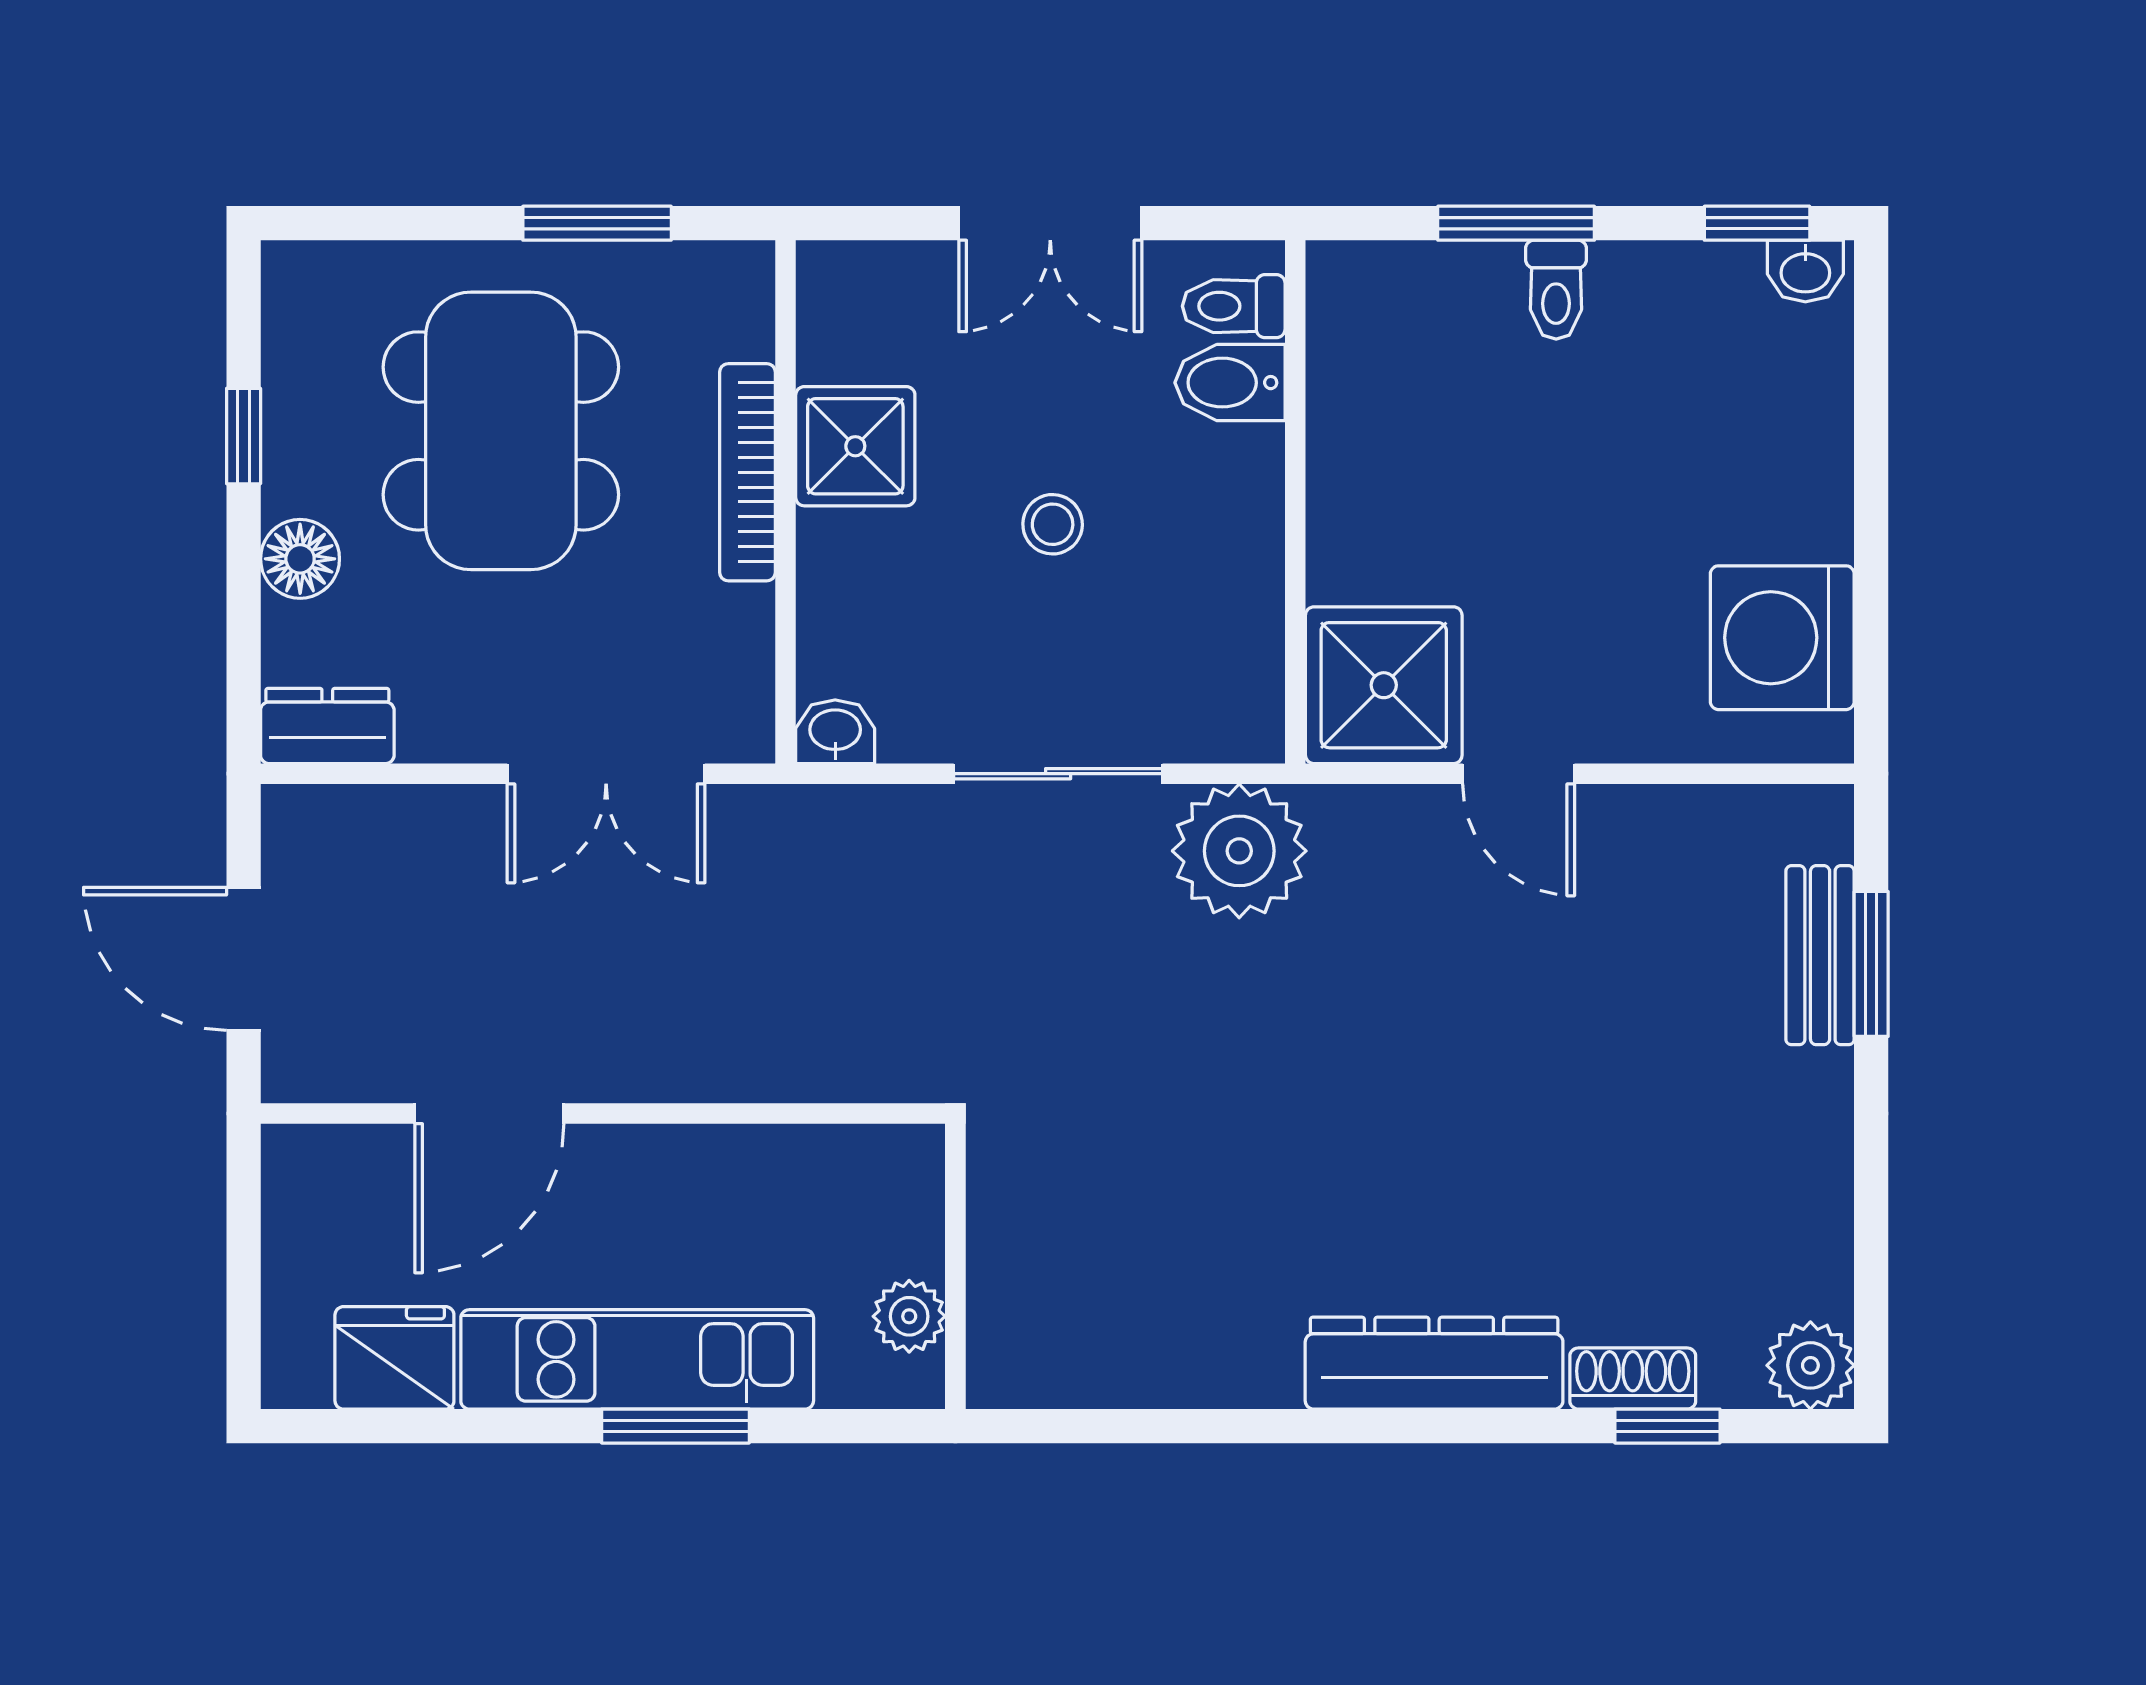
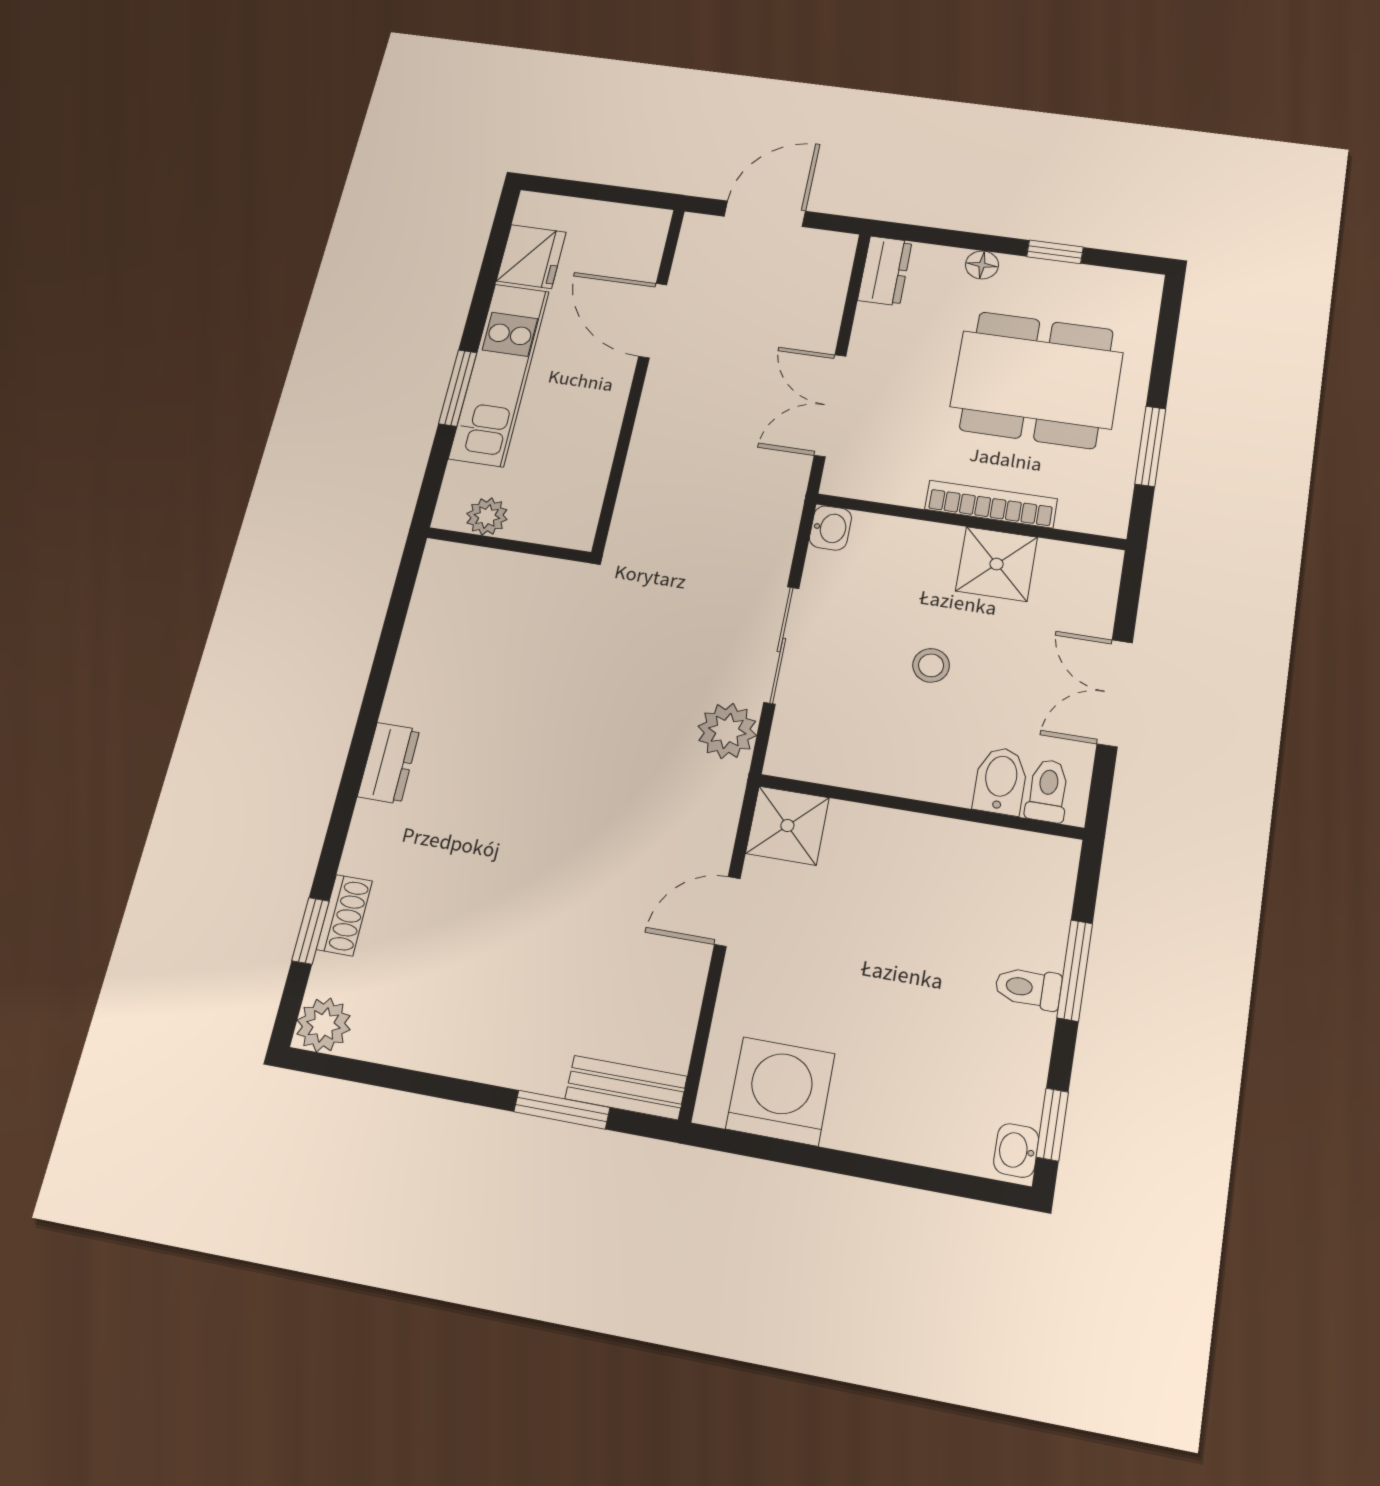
floor lamp: (300, 559) -> (982, 265), width x0.73, depth x0.73
shower: (1384, 685) -> (787, 826), width x0.73, depth x0.73
plant: (1239, 851) -> (727, 731), width x0.73, depth x0.73
bench: (1820, 955) -> (626, 1088), moved
dresser: (1434, 1363) -> (389, 763), width x0.51, depth x0.80

